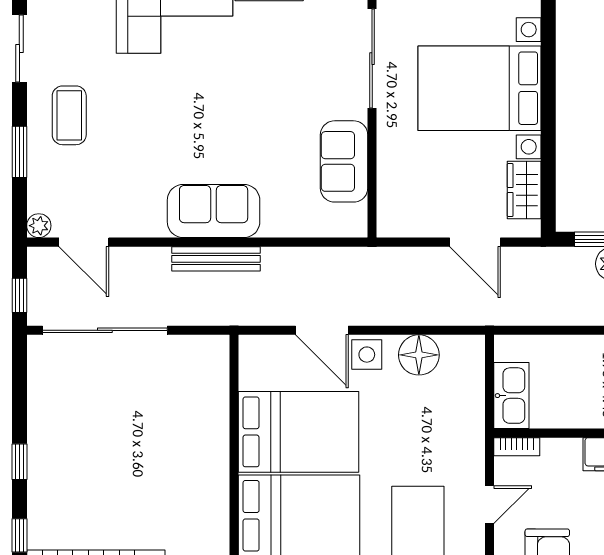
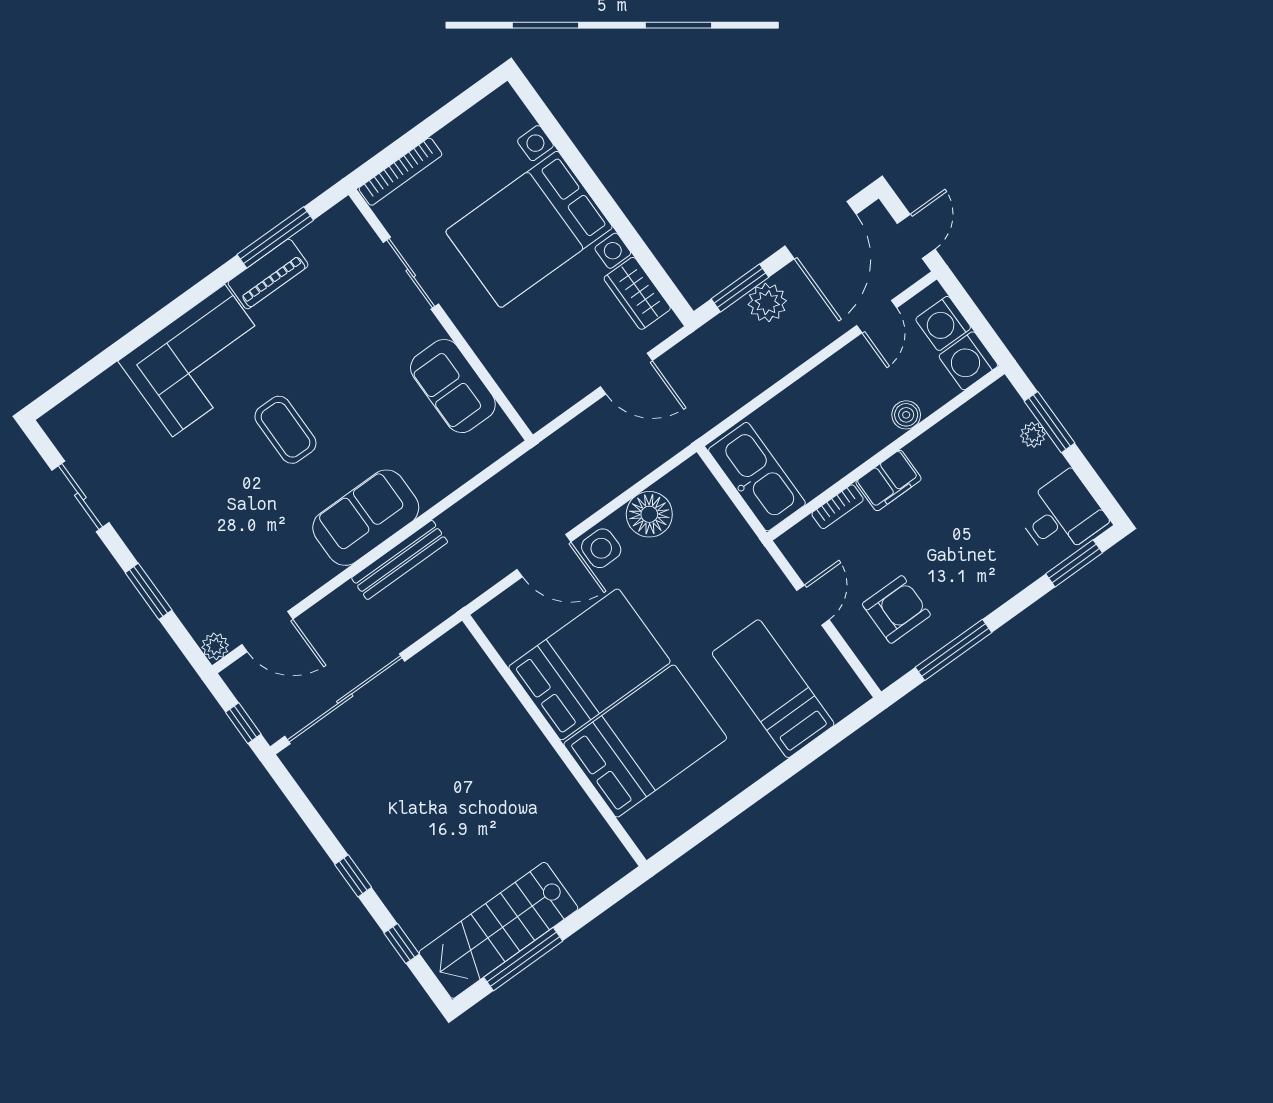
sliding door: (372, 59) -> (411, 273), width x0.73
coffee table: (69, 115) -> (285, 430), moved
kitchen sink: (511, 396) -> (757, 477), width x1.36, depth x1.24
bookcase: (517, 447) -> (838, 507), moved

